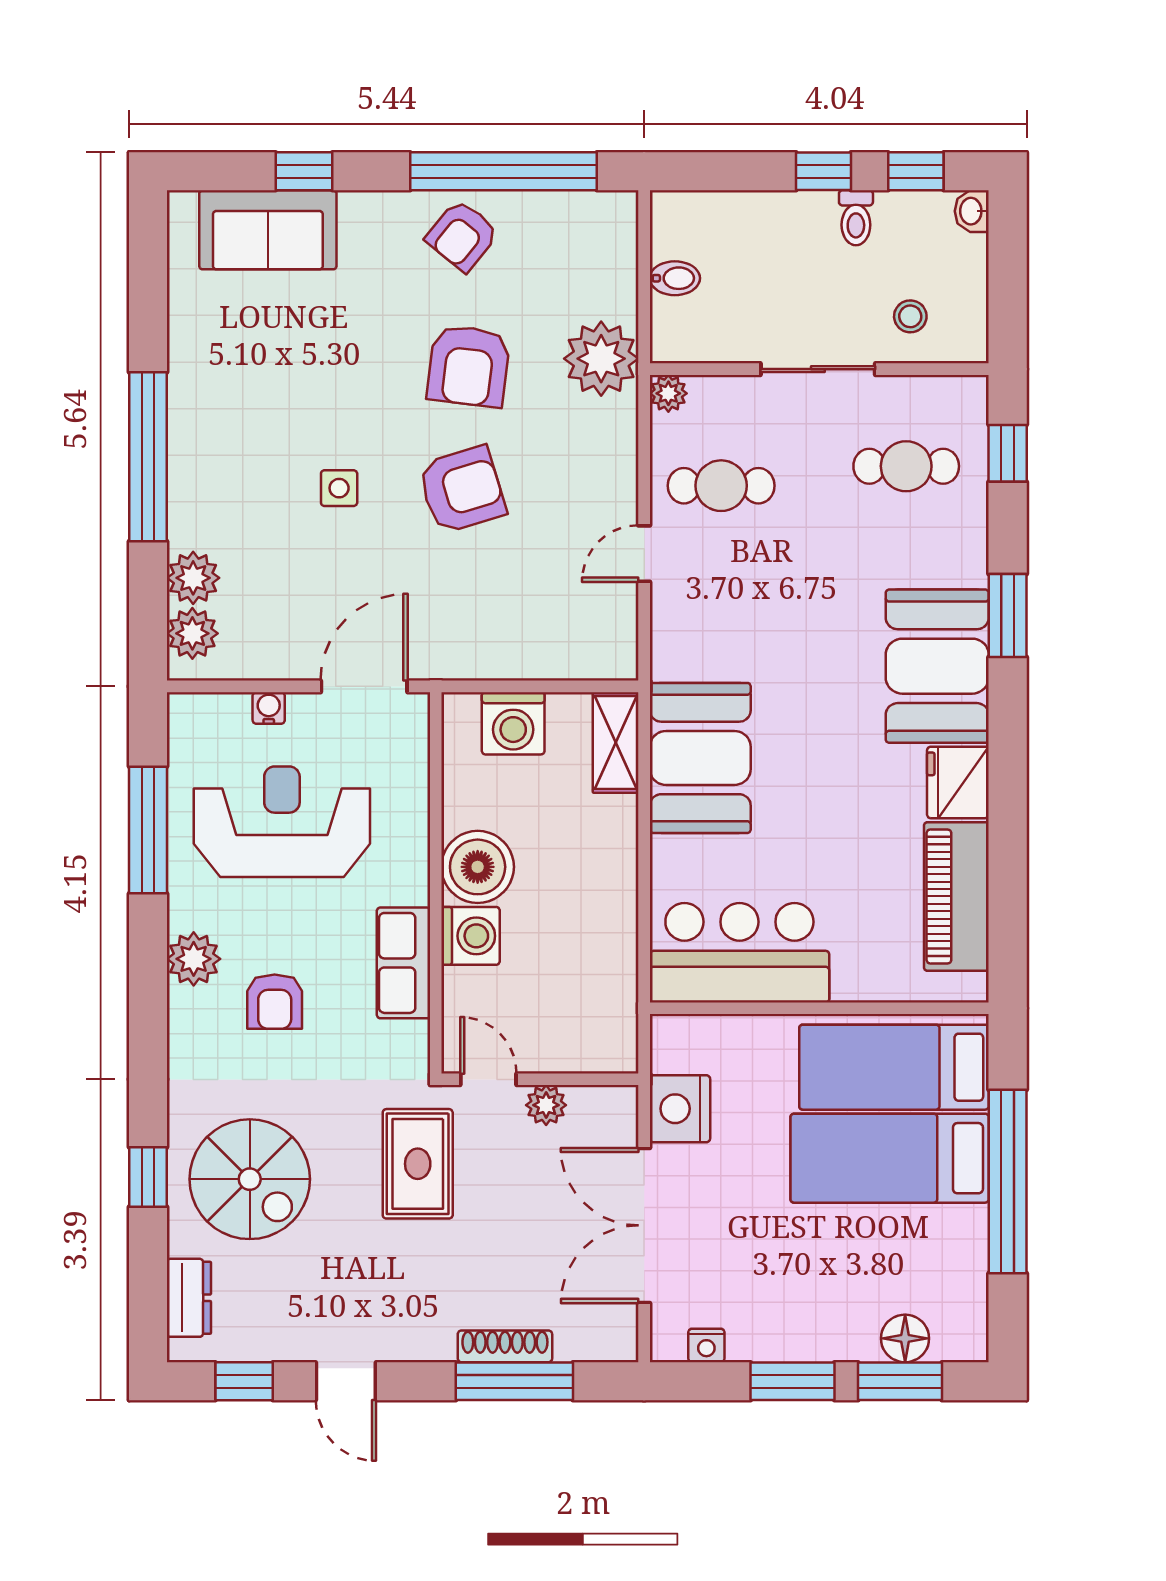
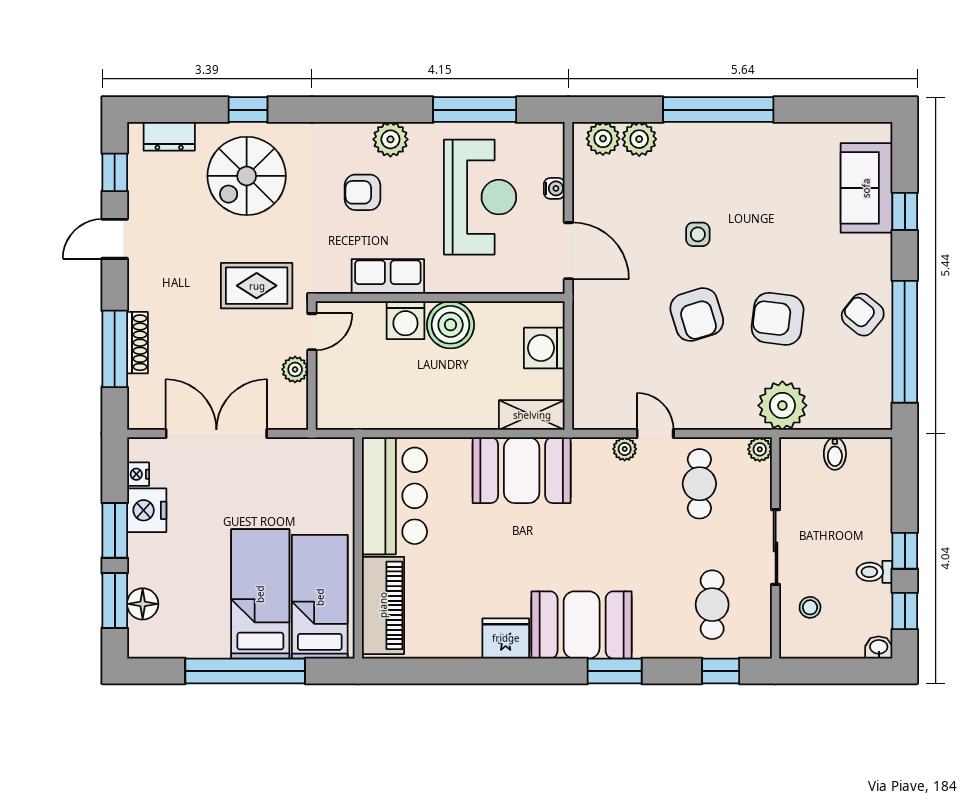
plant: (668, 600) -> (625, 449), added
piano: (956, 896) -> (383, 605), moved, turned 90
nightstand: (680, 1109) -> (147, 510), moved, turned -90

